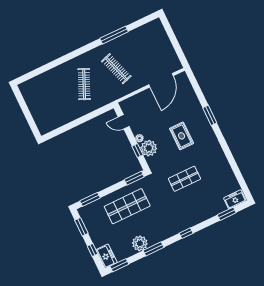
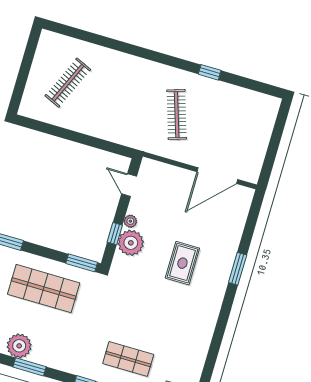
window: (114, 35) -> (210, 72), width x0.46
clothes rail: (84, 84) -> (68, 83), moved
shop shelf: (184, 179) -> (128, 359), moved

